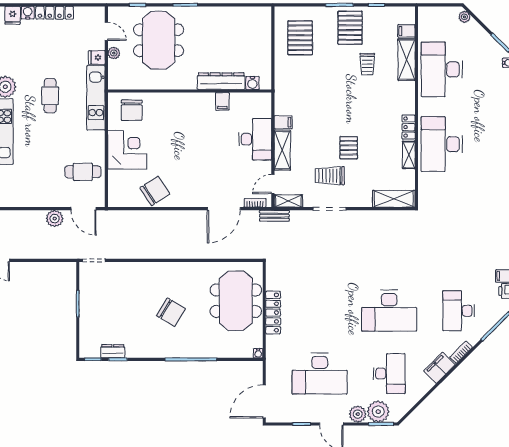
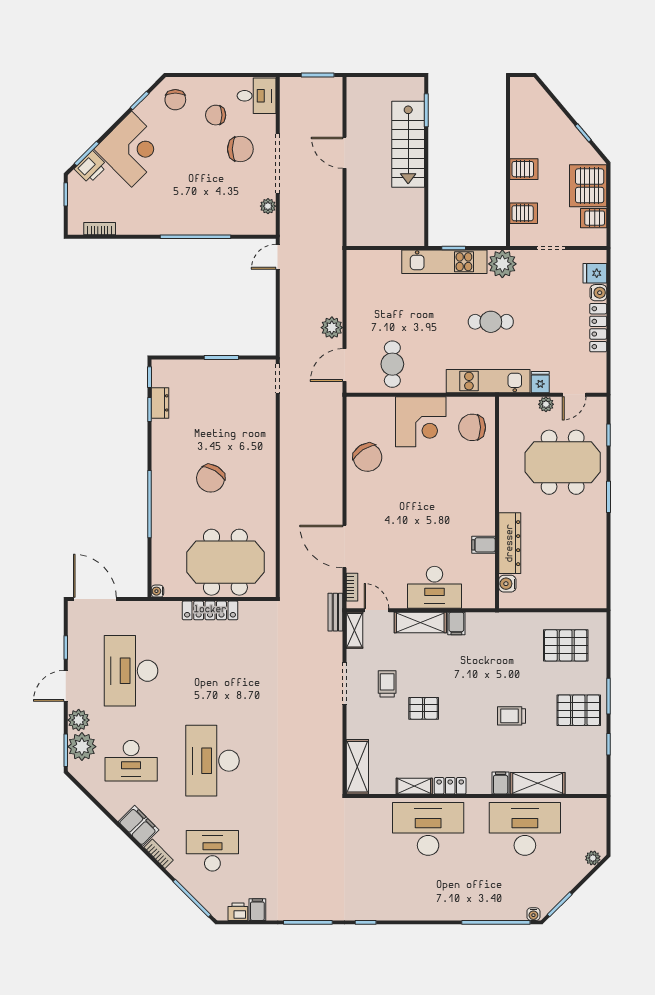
filing cabinet: (406, 31) -> (501, 783), moved
trolley: (367, 64) -> (512, 716), moved
trolley: (330, 176) -> (387, 684), width x0.73, depth x0.72

